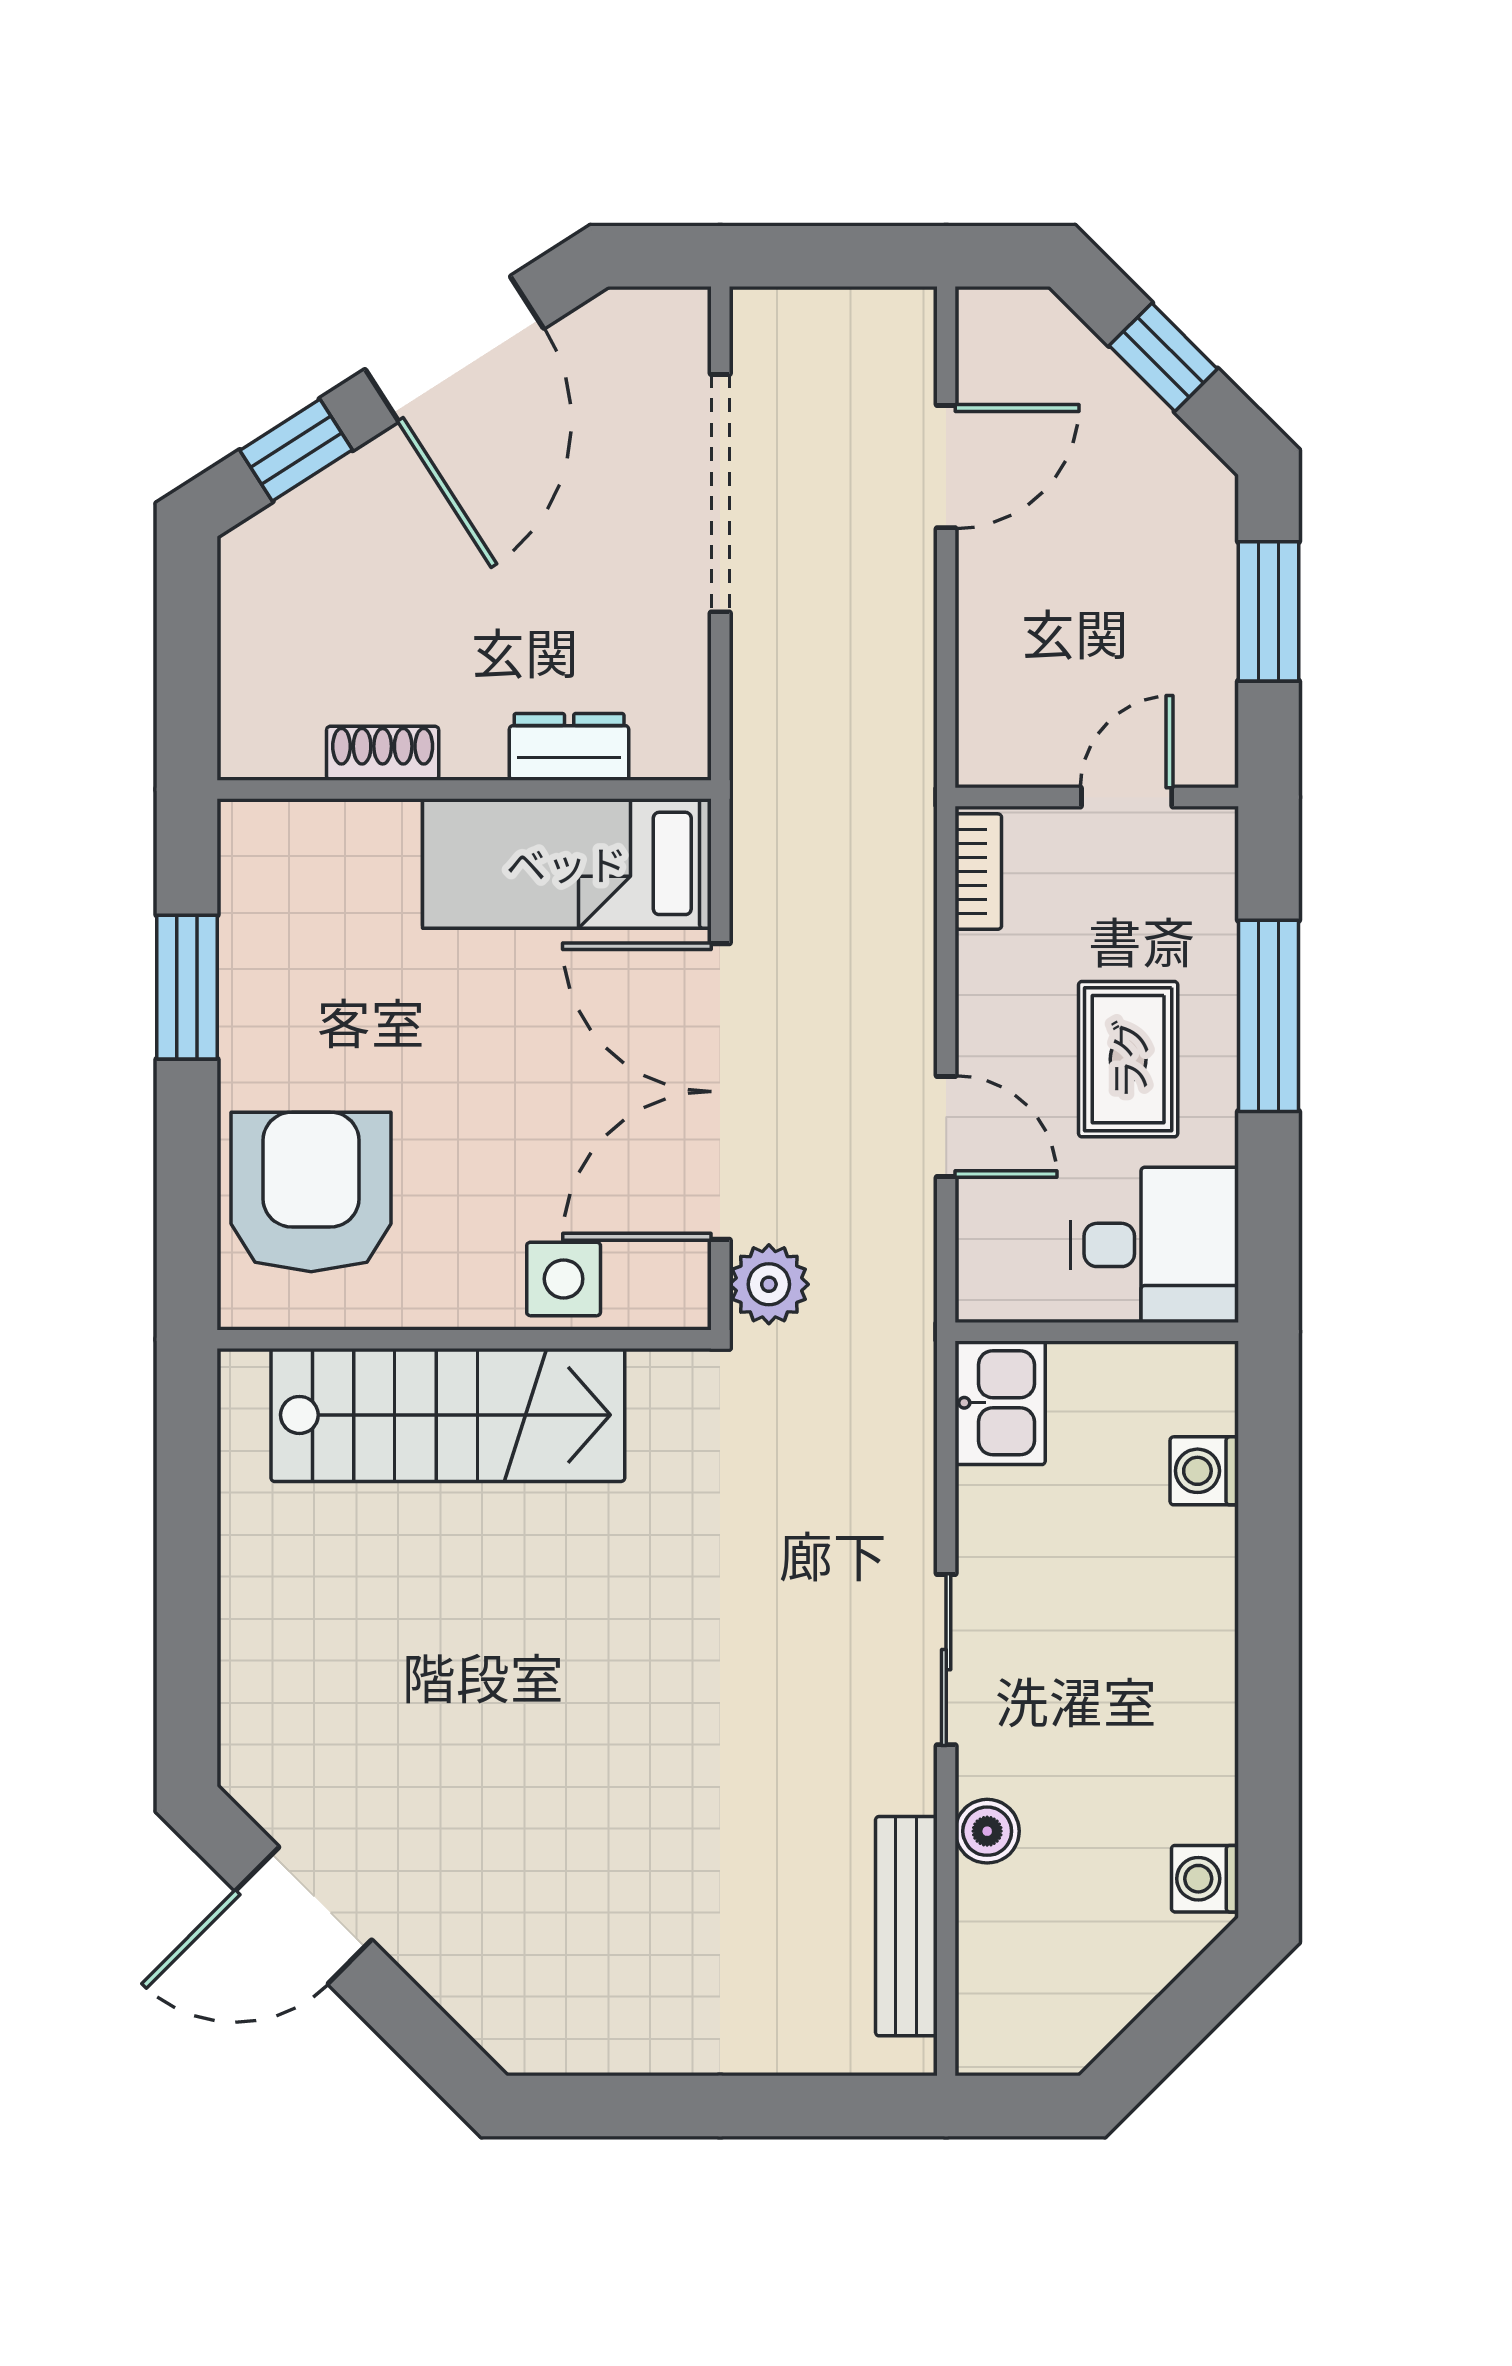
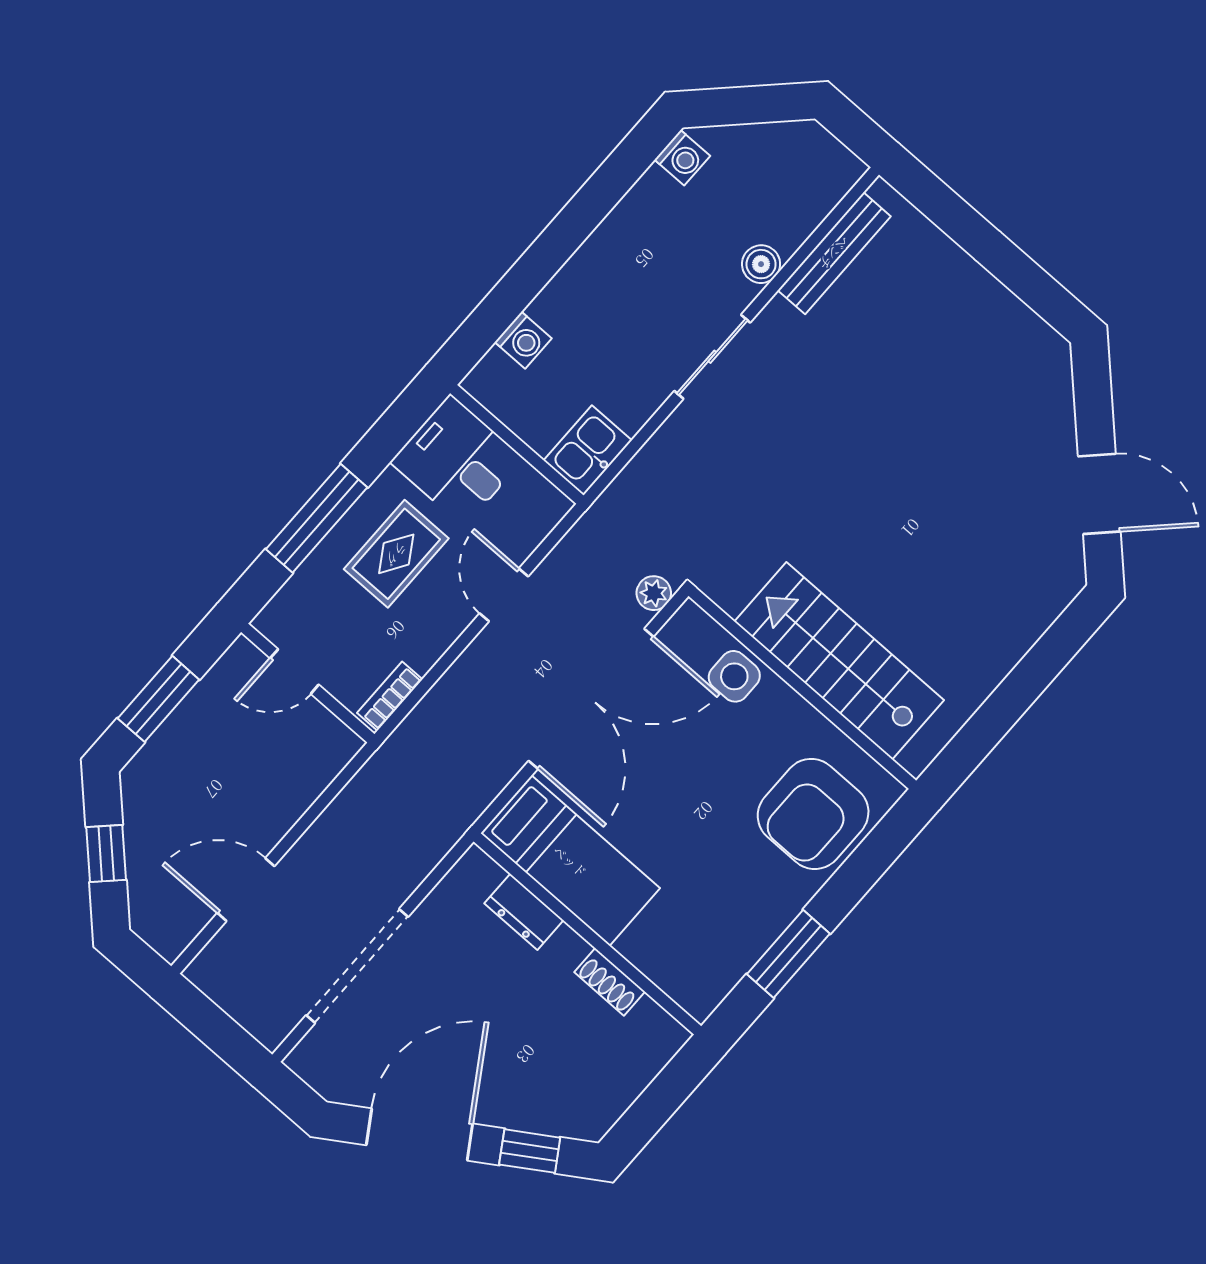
plant: (769, 1284) -> (654, 593), width x0.73, depth x0.73

